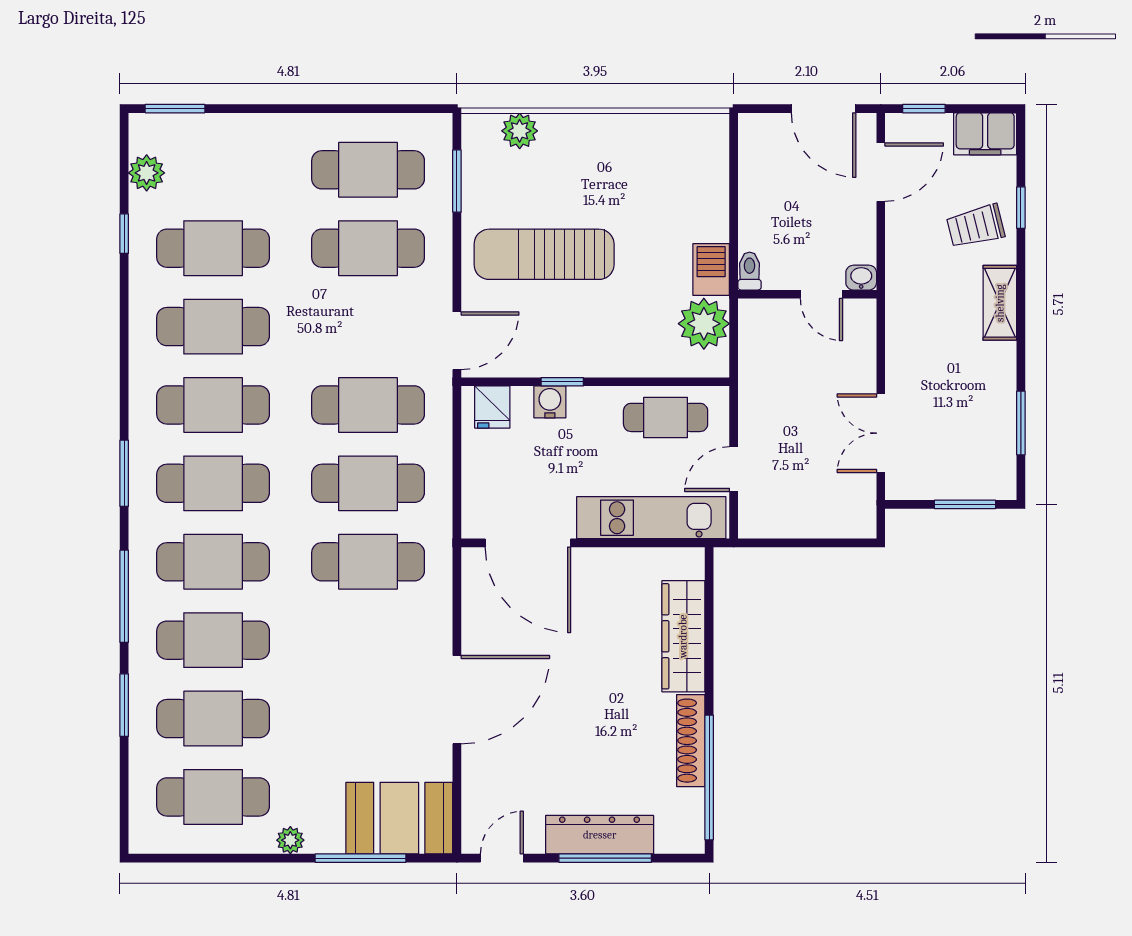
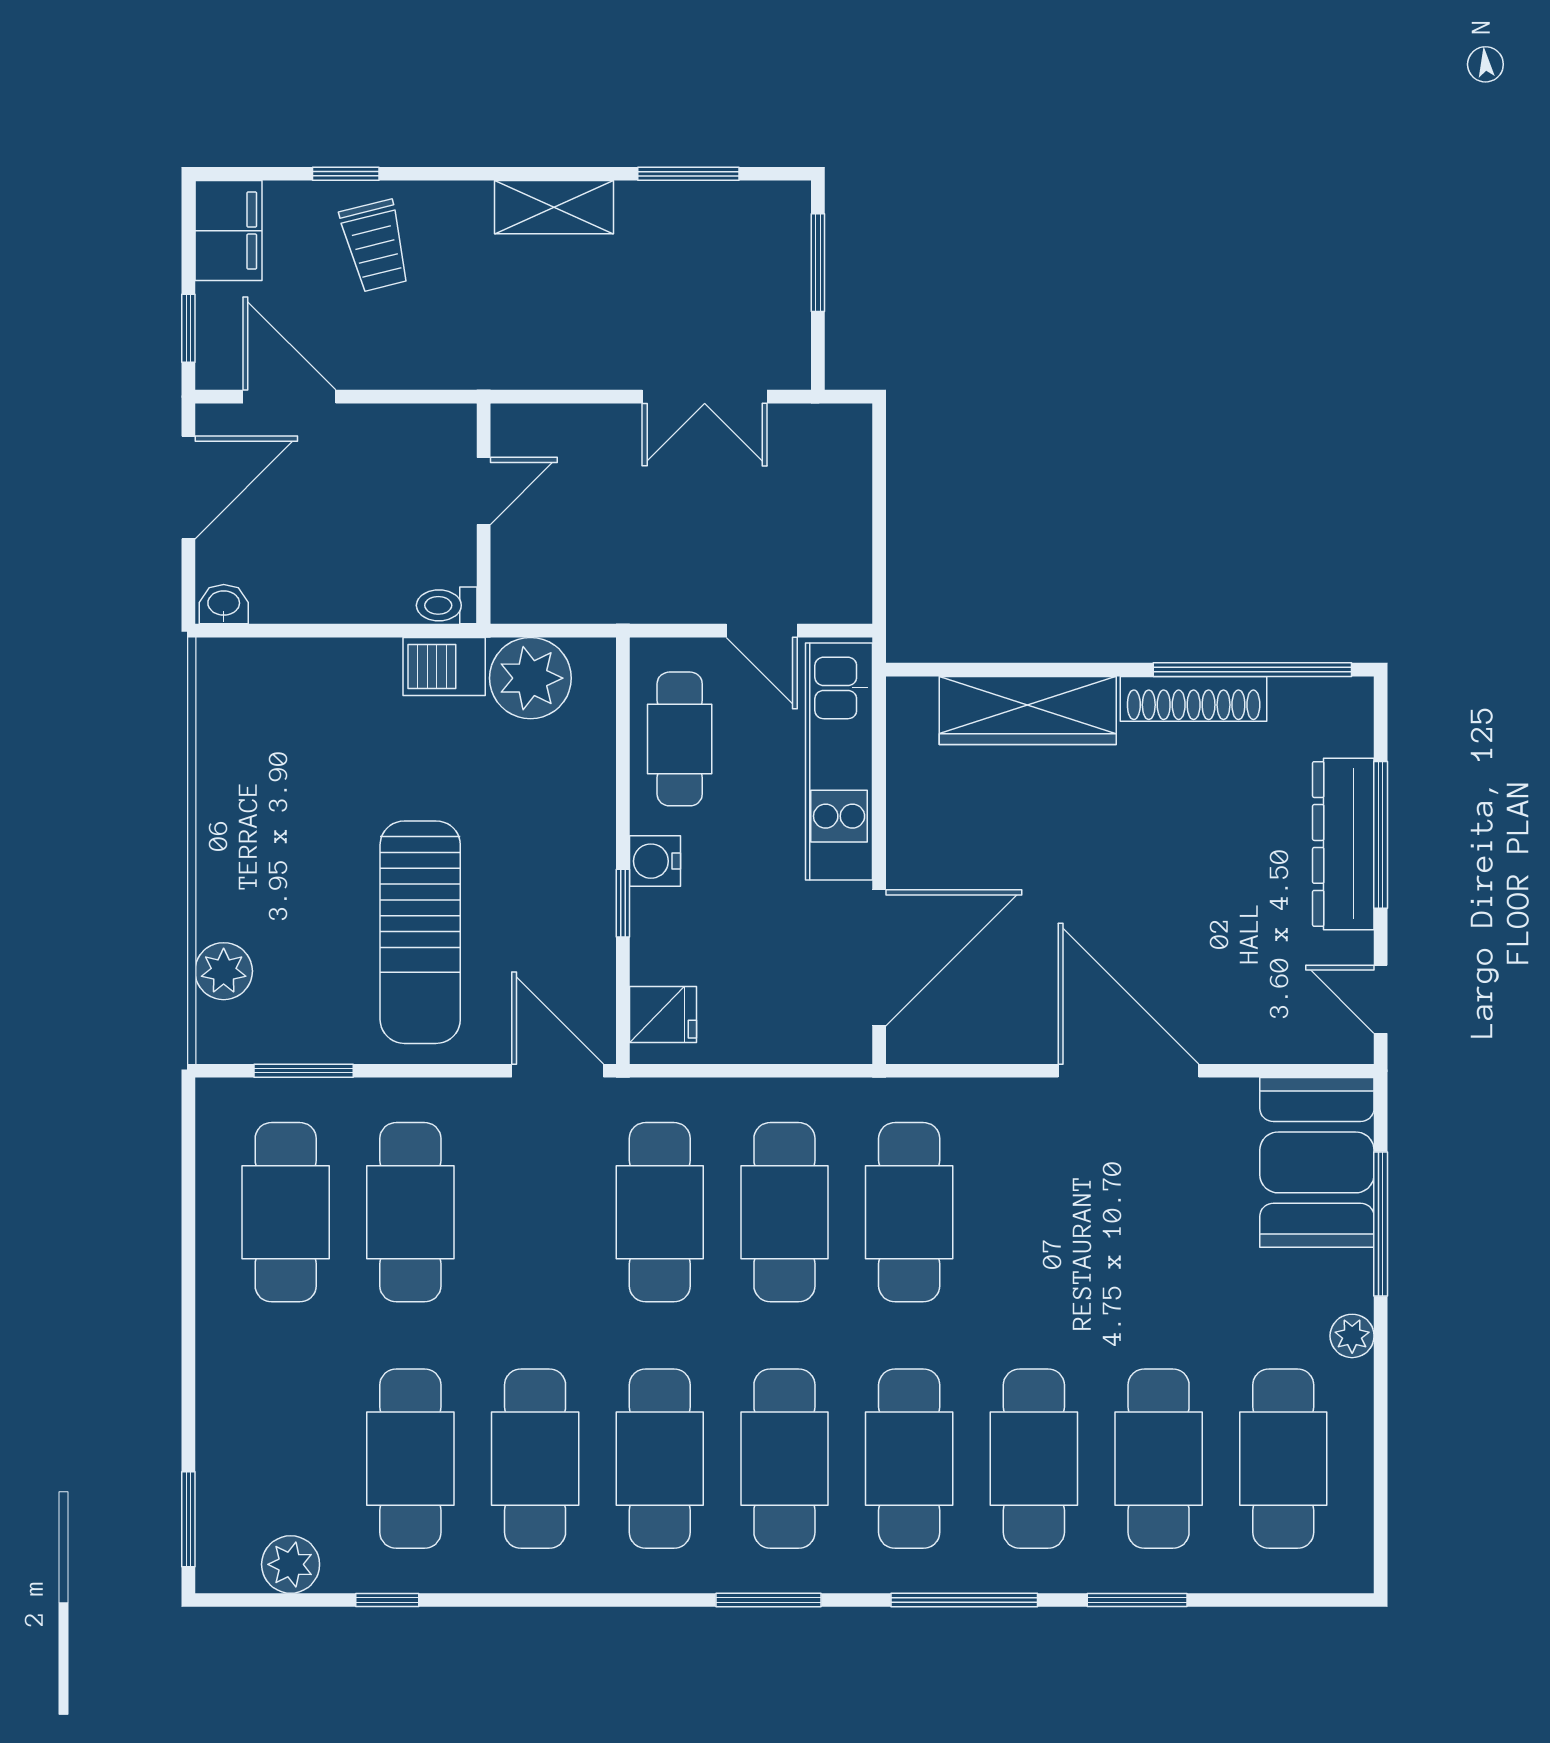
washbasin: (861, 278) -> (224, 604), moved, turned 90
shelving: (1000, 303) -> (554, 207), moved
water cooler: (550, 402) -> (655, 861), moved

